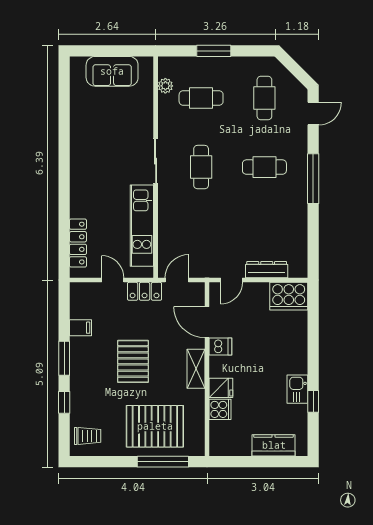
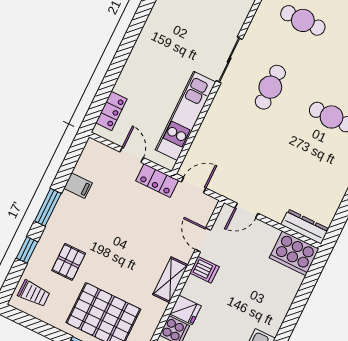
locker: (78, 243) -> (111, 111), width x0.66
dresser: (267, 270) -> (305, 227), moved
door: (207, 322) -> (203, 240), width x0.73
pallet: (133, 361) -> (69, 262), moved, width x0.67, depth x0.71

